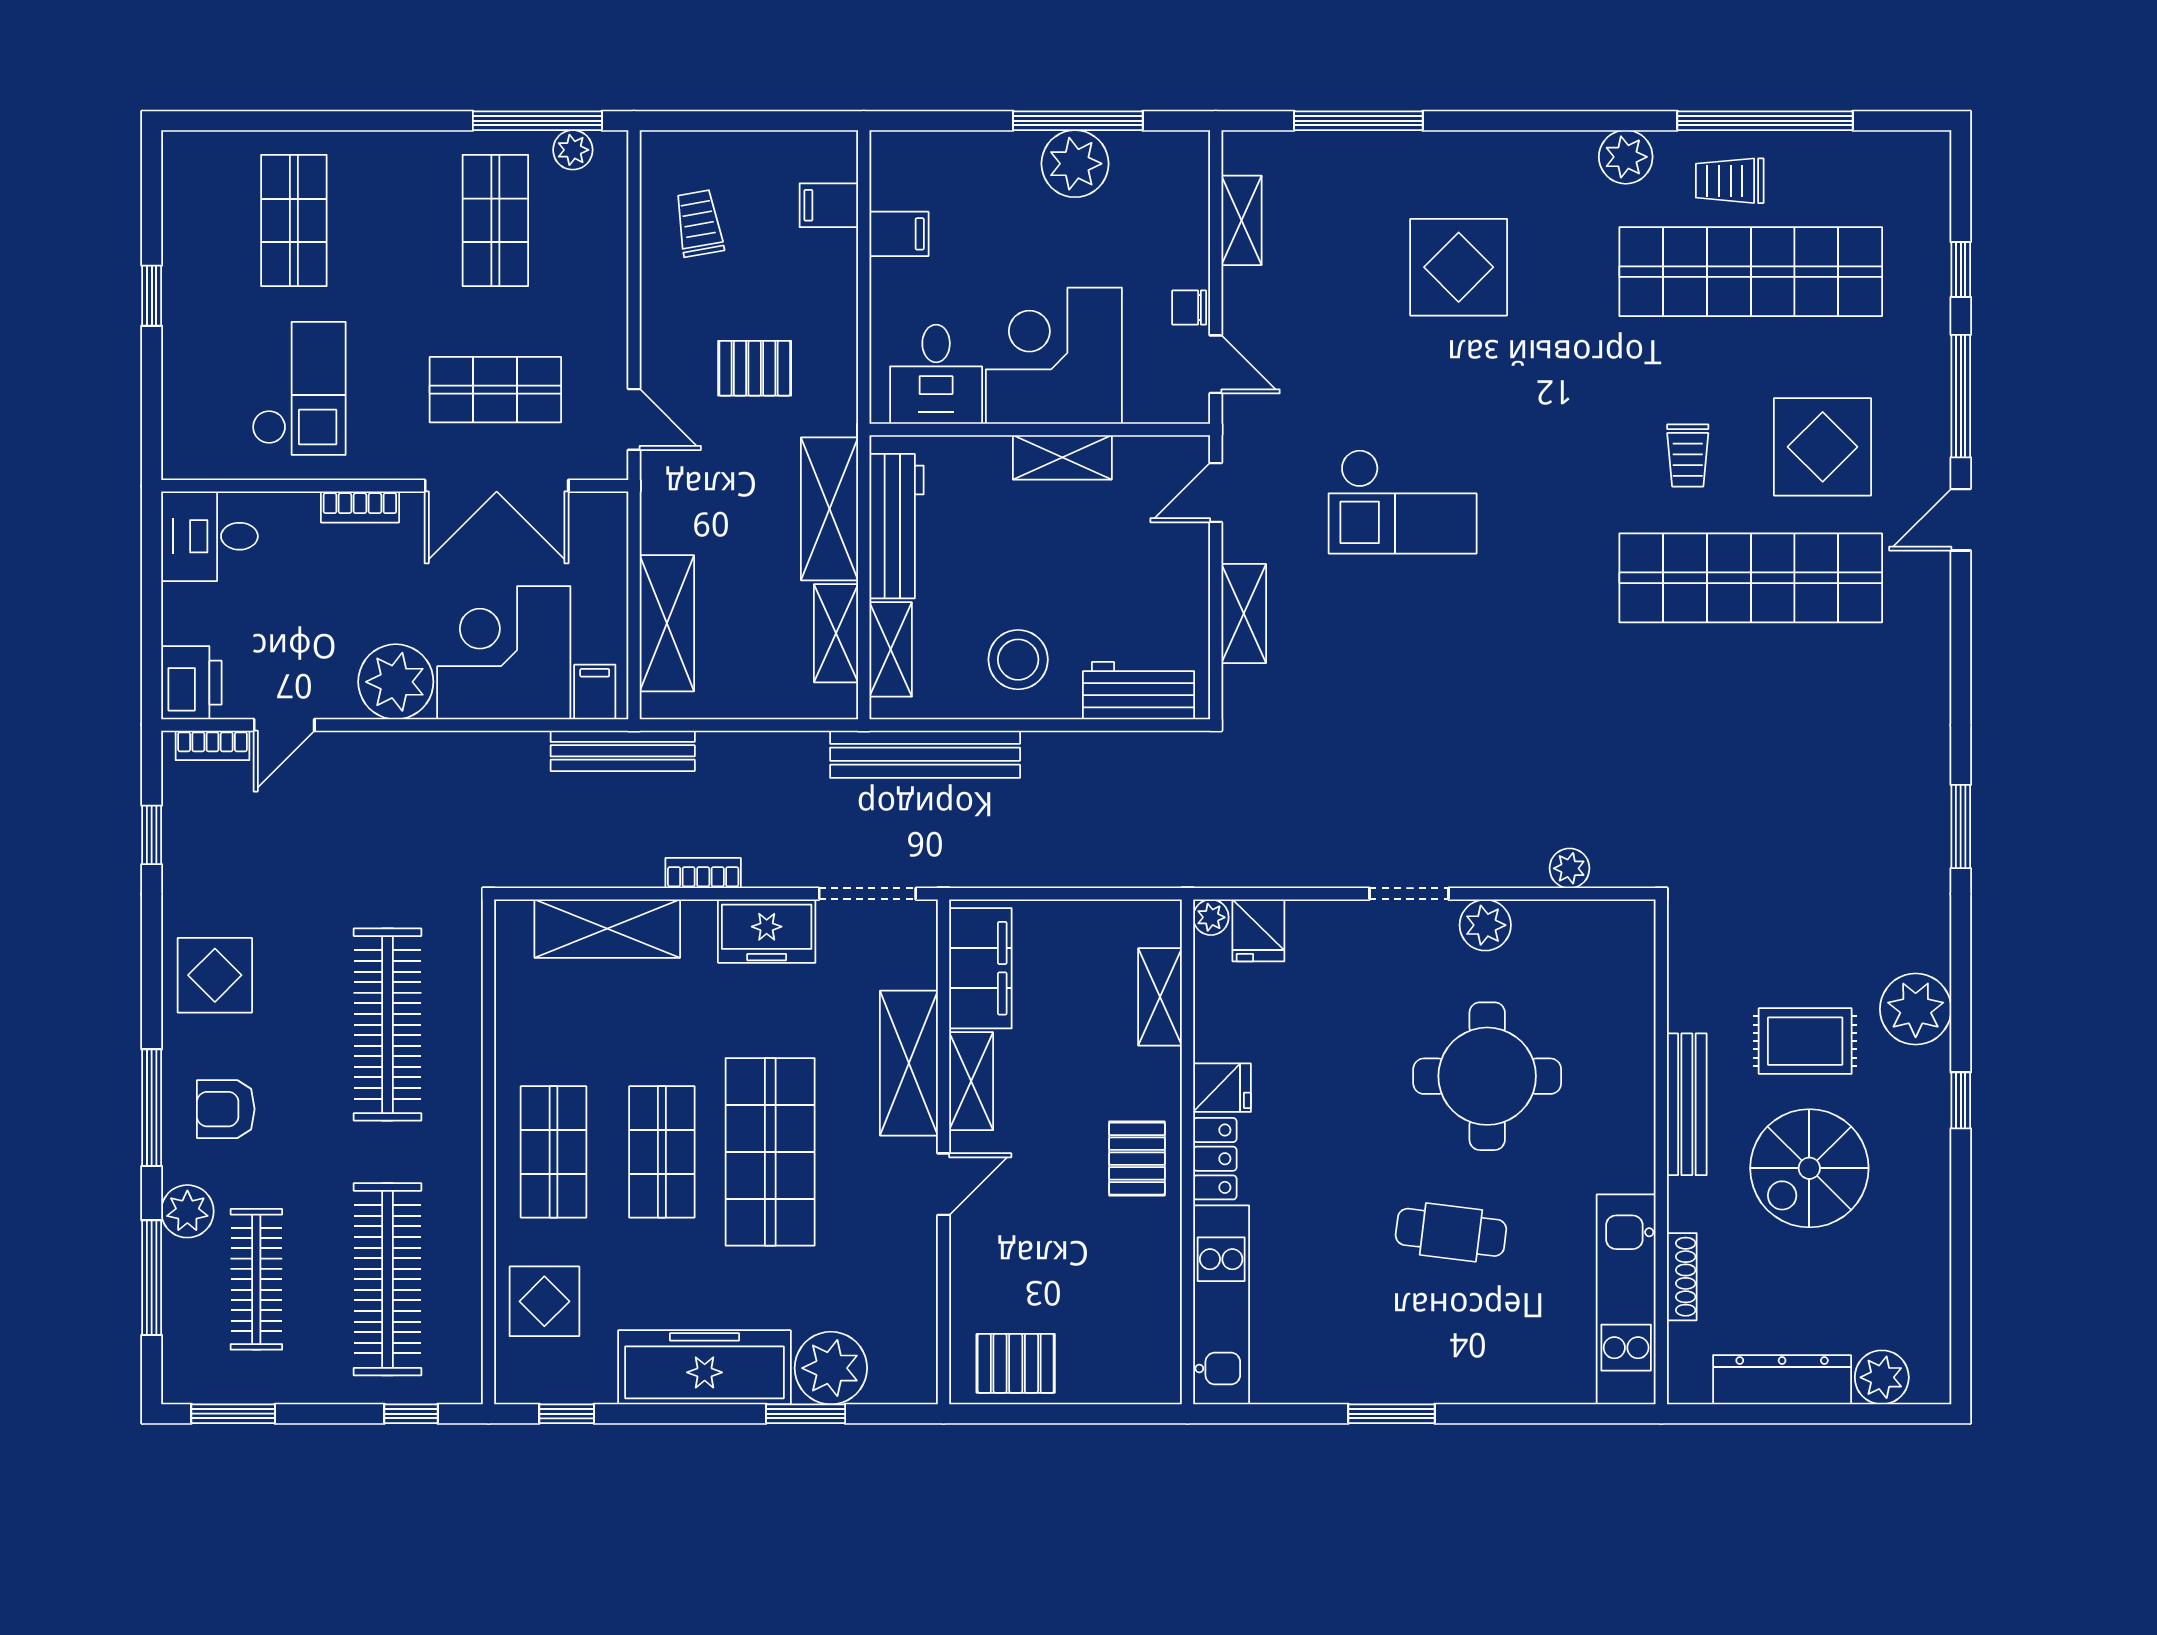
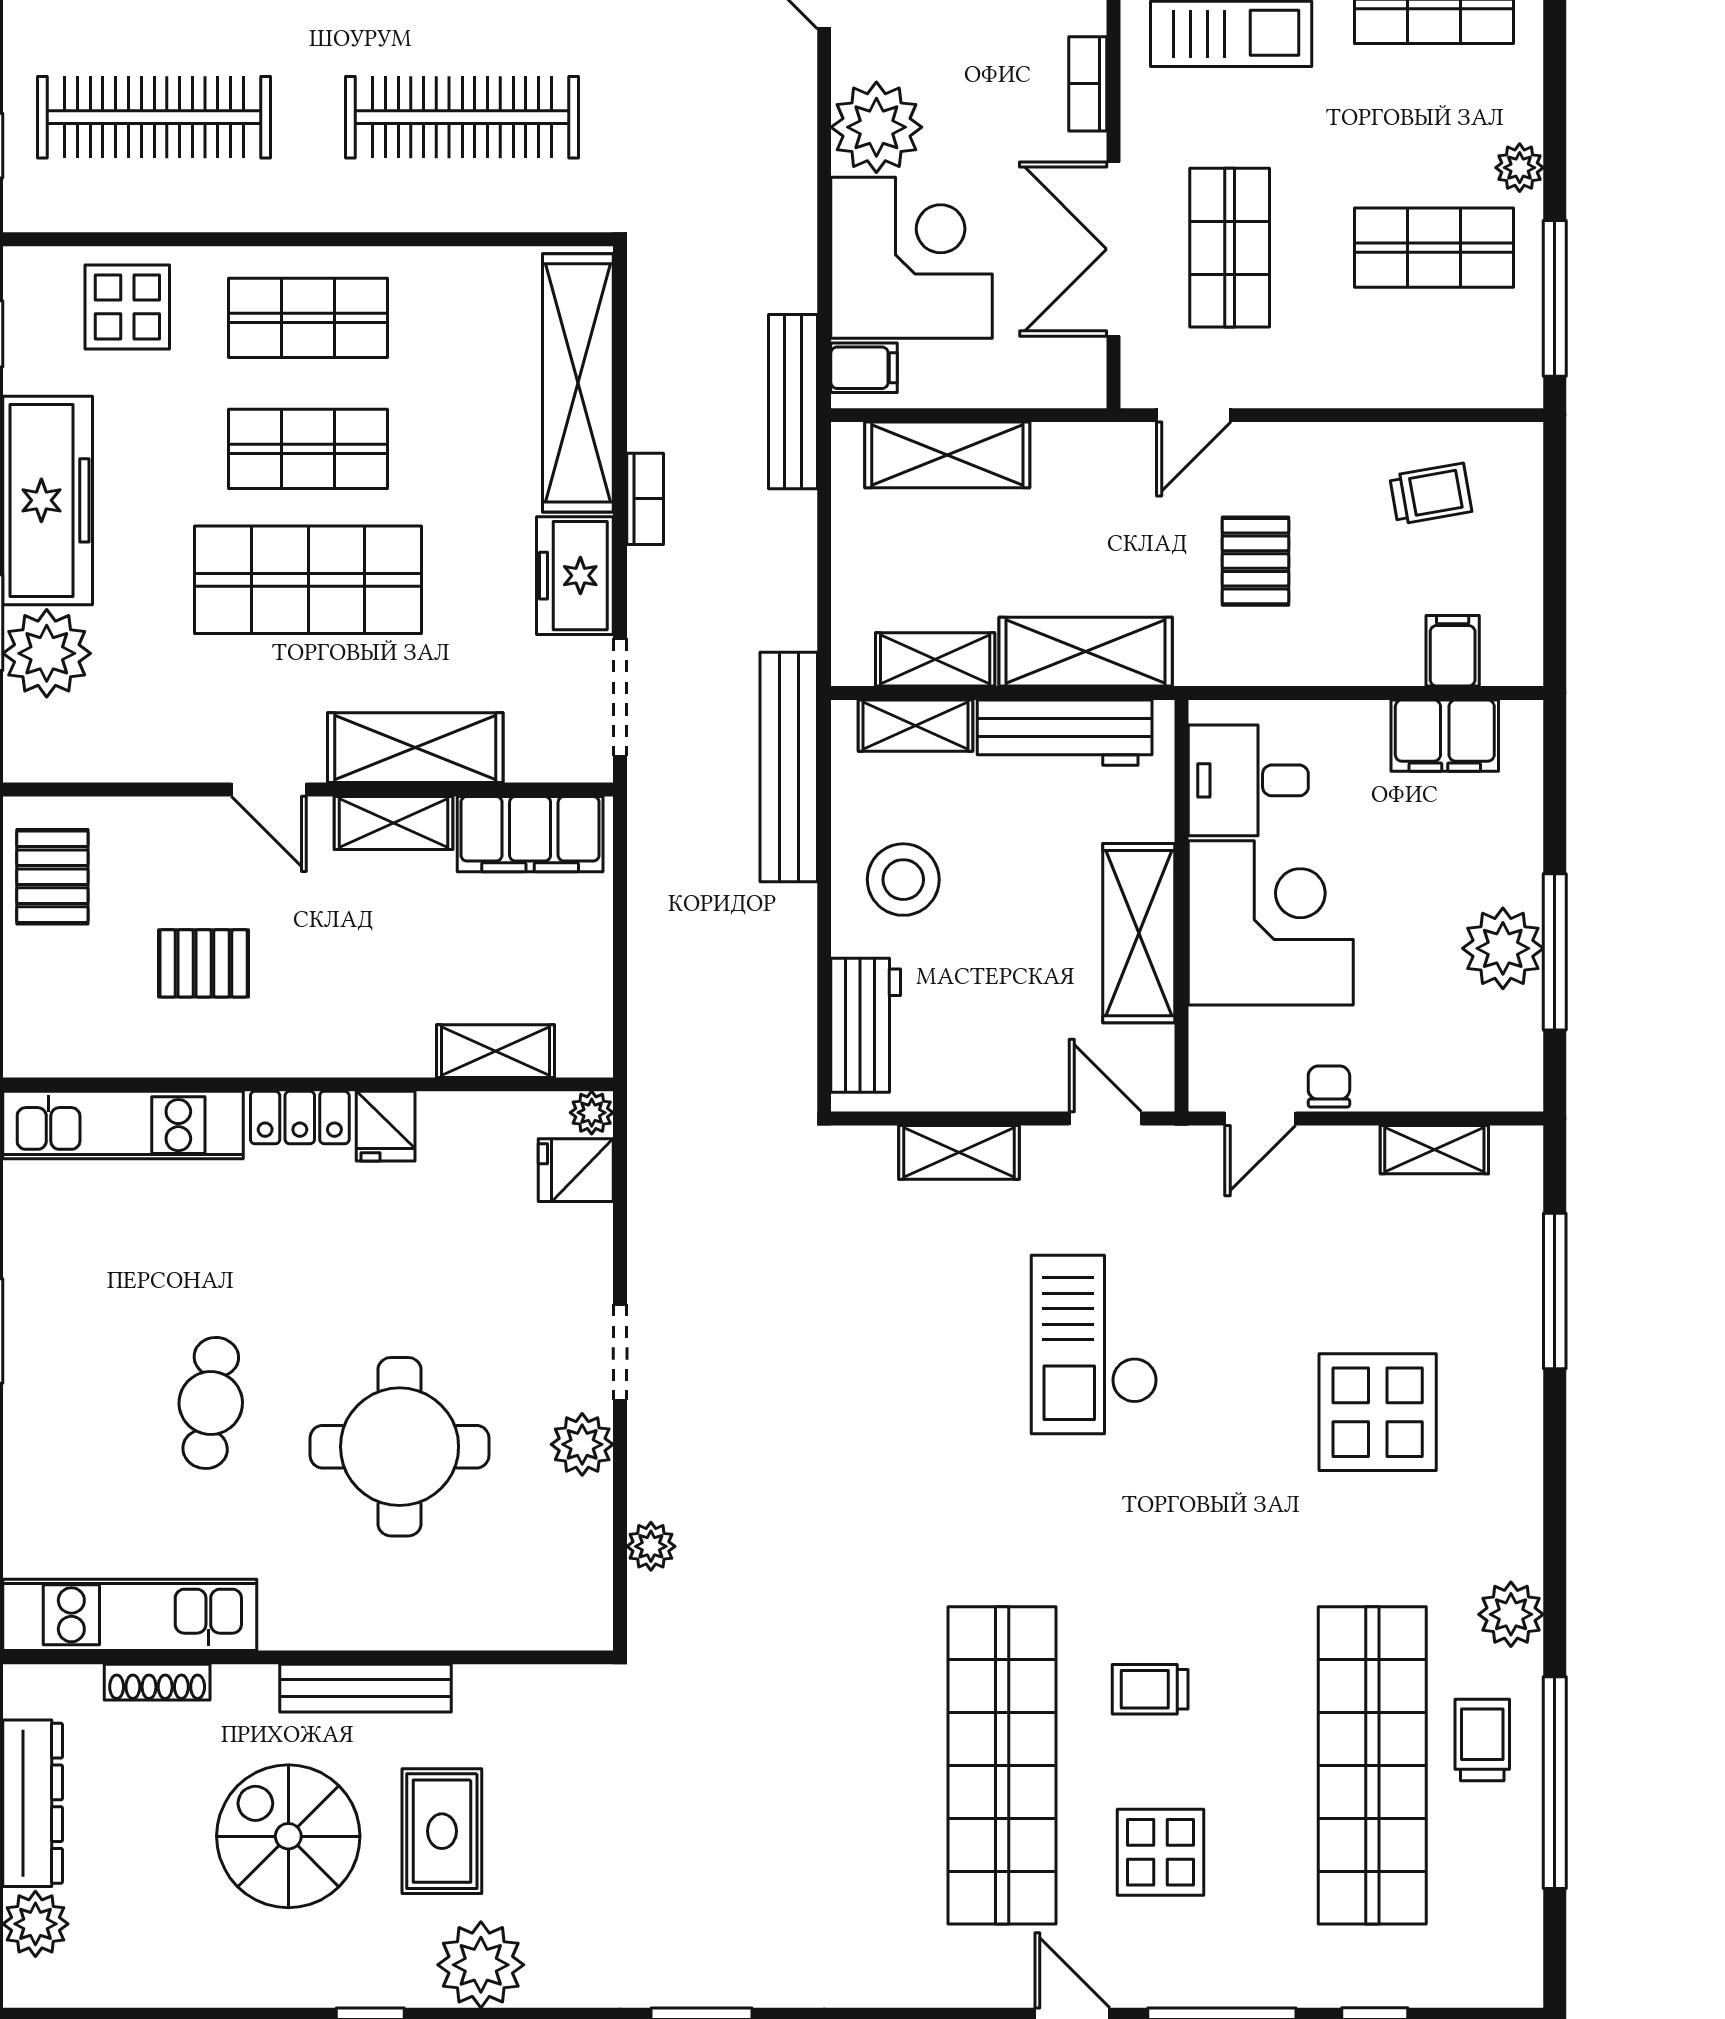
plant: (573, 150) -> (1520, 168), moved
filing cabinet: (899, 234) -> (1445, 736), width x2.00
display table: (1823, 447) -> (1160, 1852), width x0.73, depth x0.73
shelving: (1062, 457) -> (1139, 933), width x1.50, depth x1.33
shelving: (607, 929) -> (578, 383), width x1.47
pallet: (1137, 1159) -> (204, 963), moved

